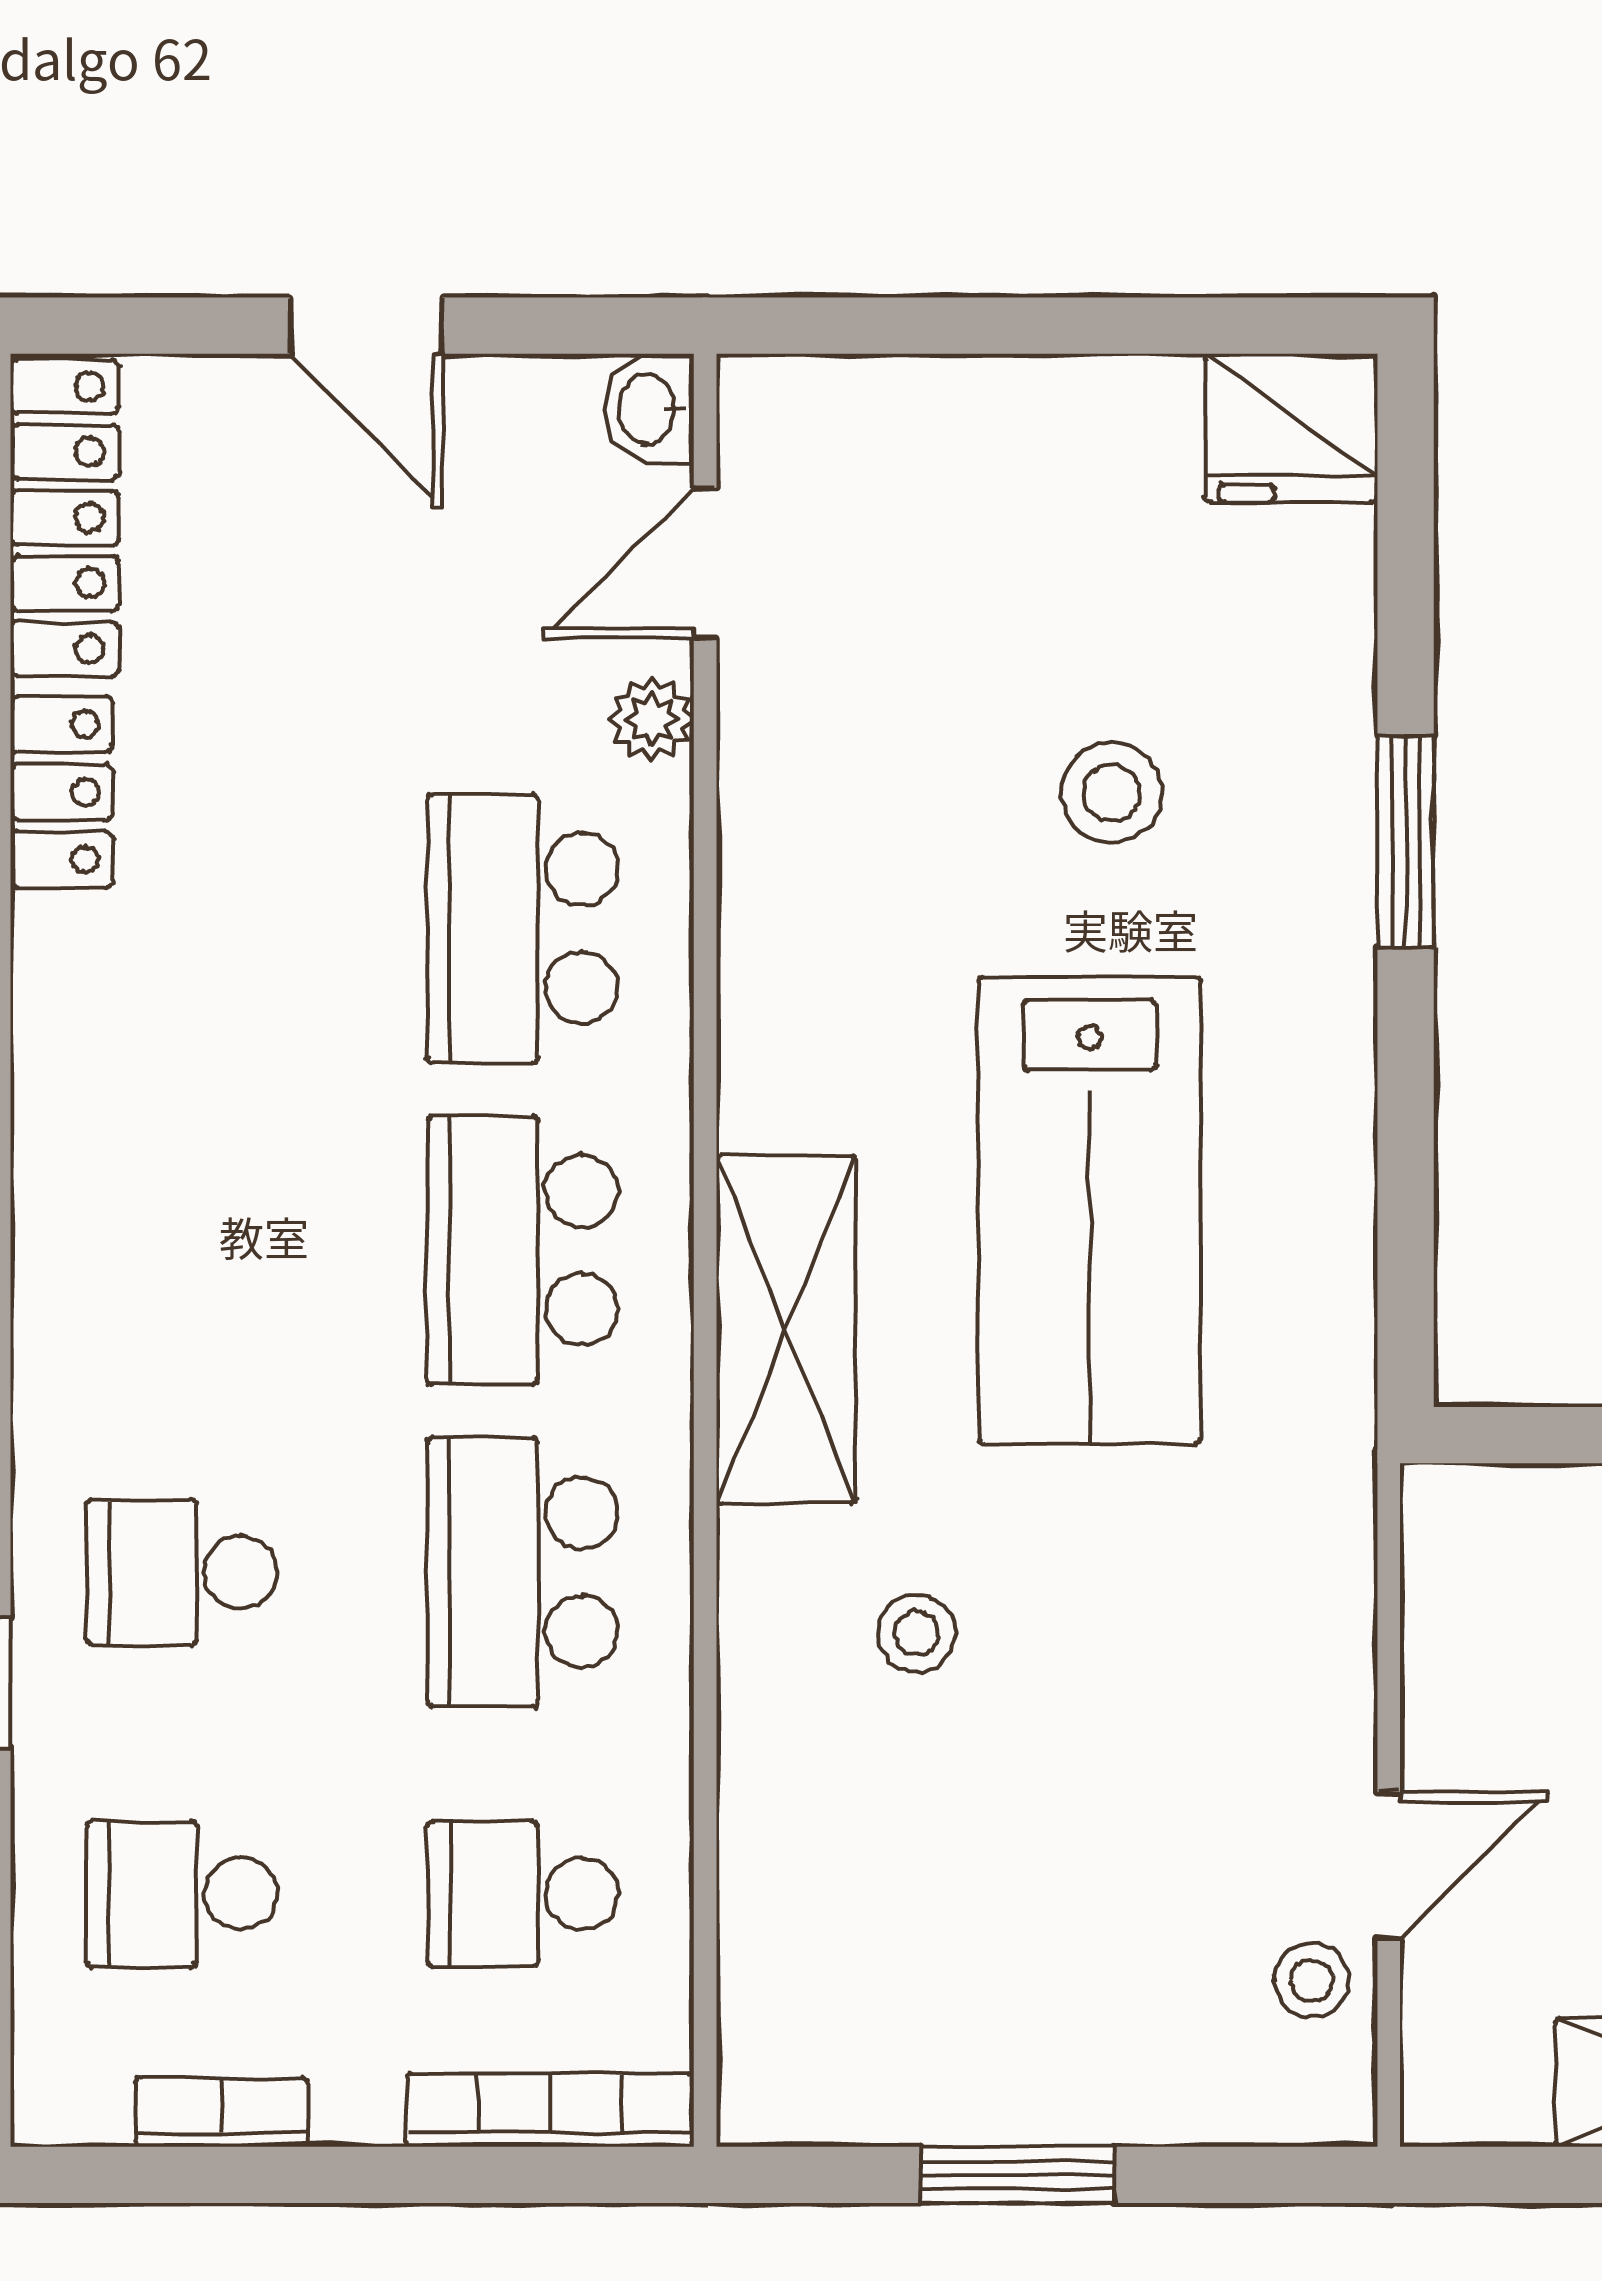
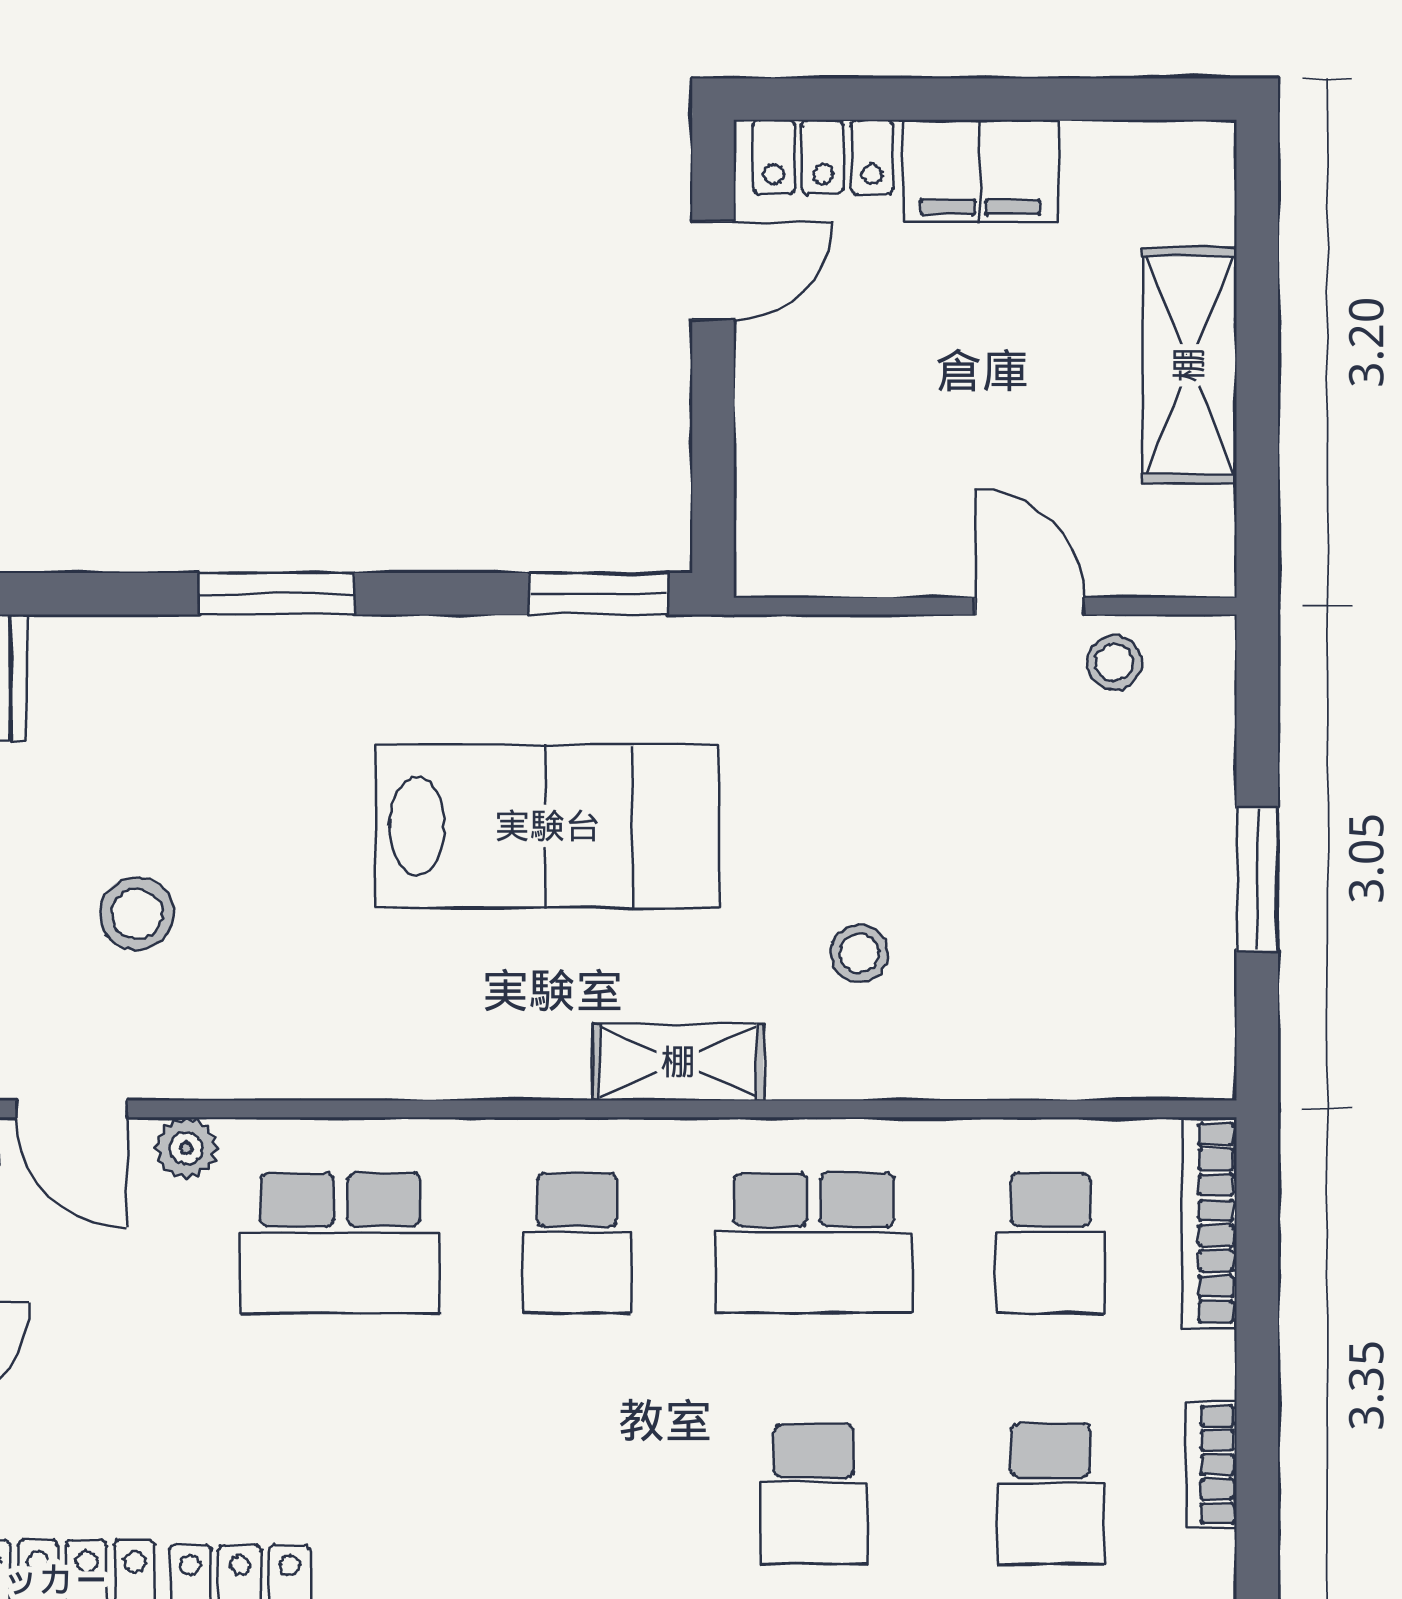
stool: (1112, 793) -> (137, 914), moved
school desk: (523, 1250) -> (577, 1243), width x0.54
window: (1406, 1279) -> (598, 594), added
shelving: (786, 1329) -> (678, 1062), width x0.67, depth x0.75

